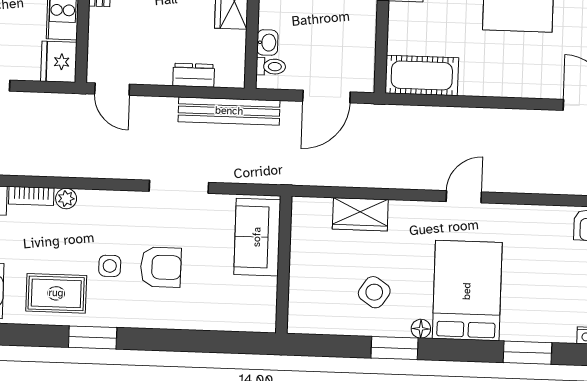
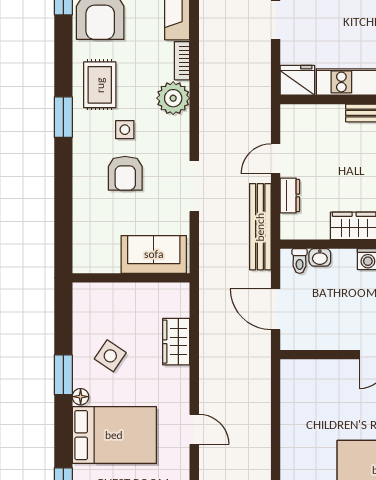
cot: (422, 75) -> (296, 390), removed
door: (112, 89) -> (276, 159), moved
plant: (66, 199) -> (173, 98), width x1.87, depth x1.87

